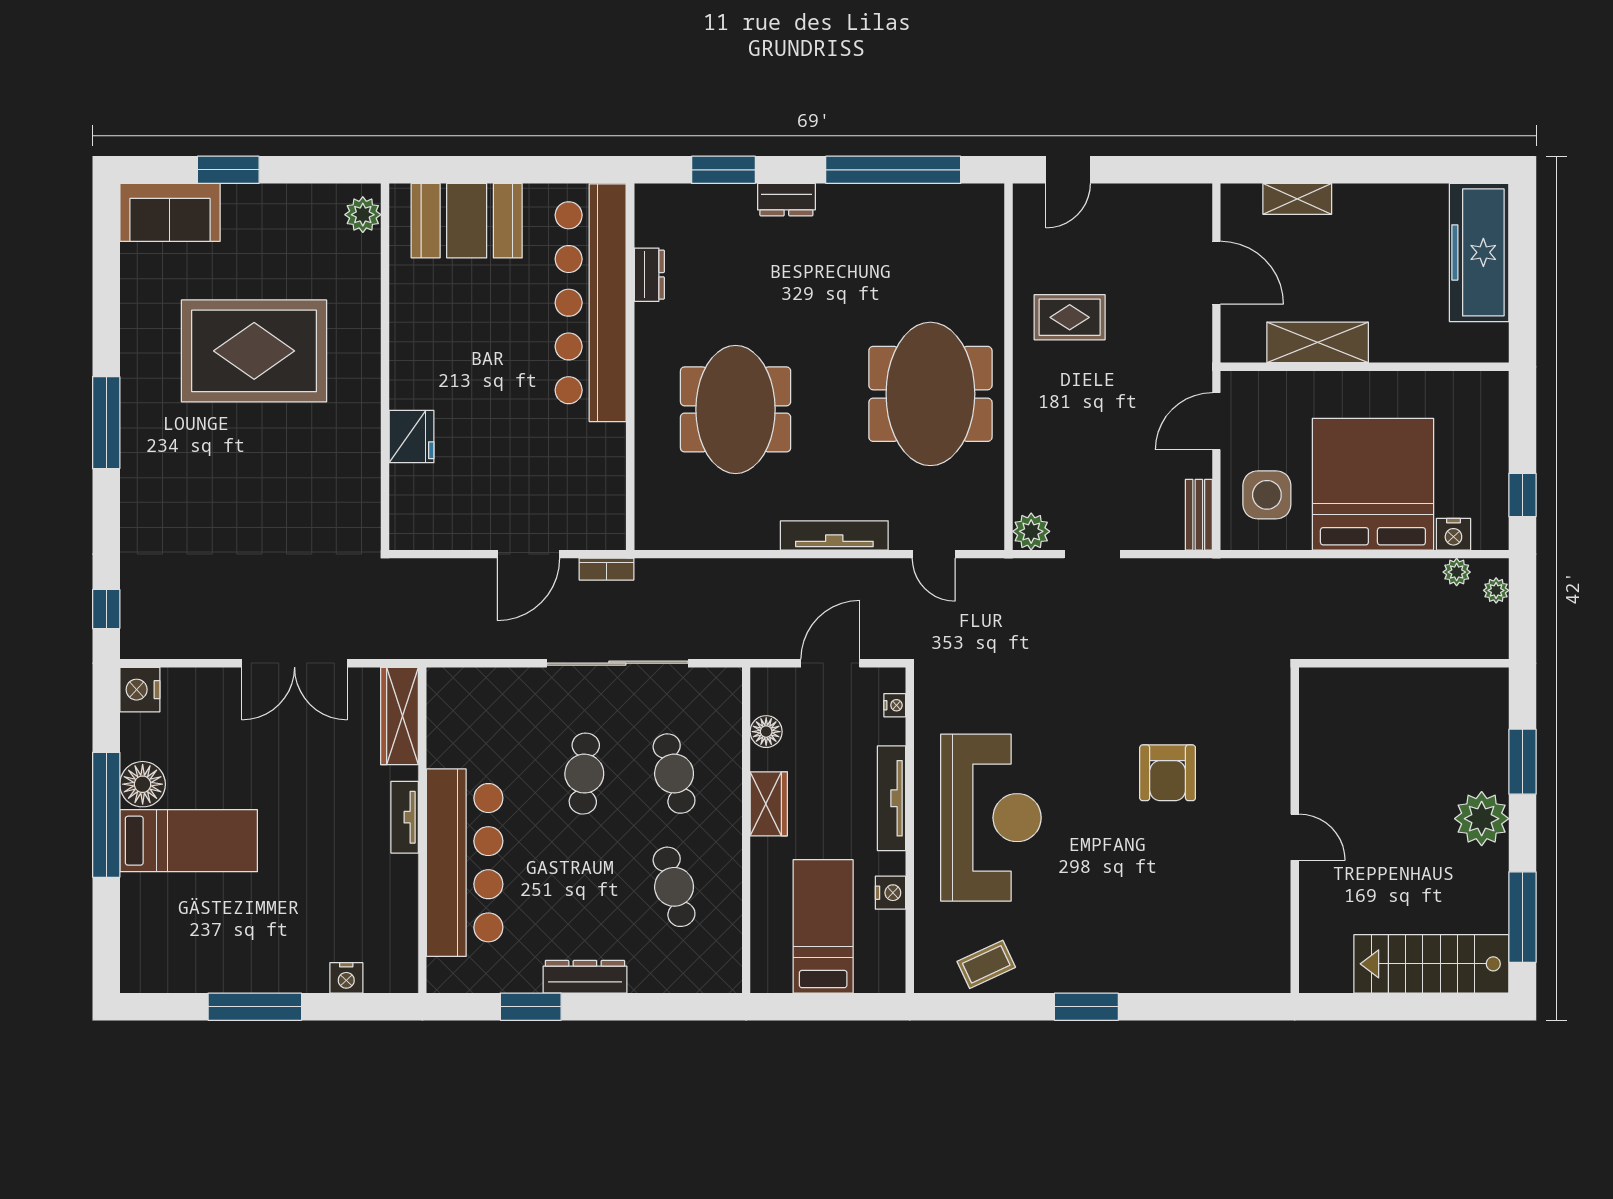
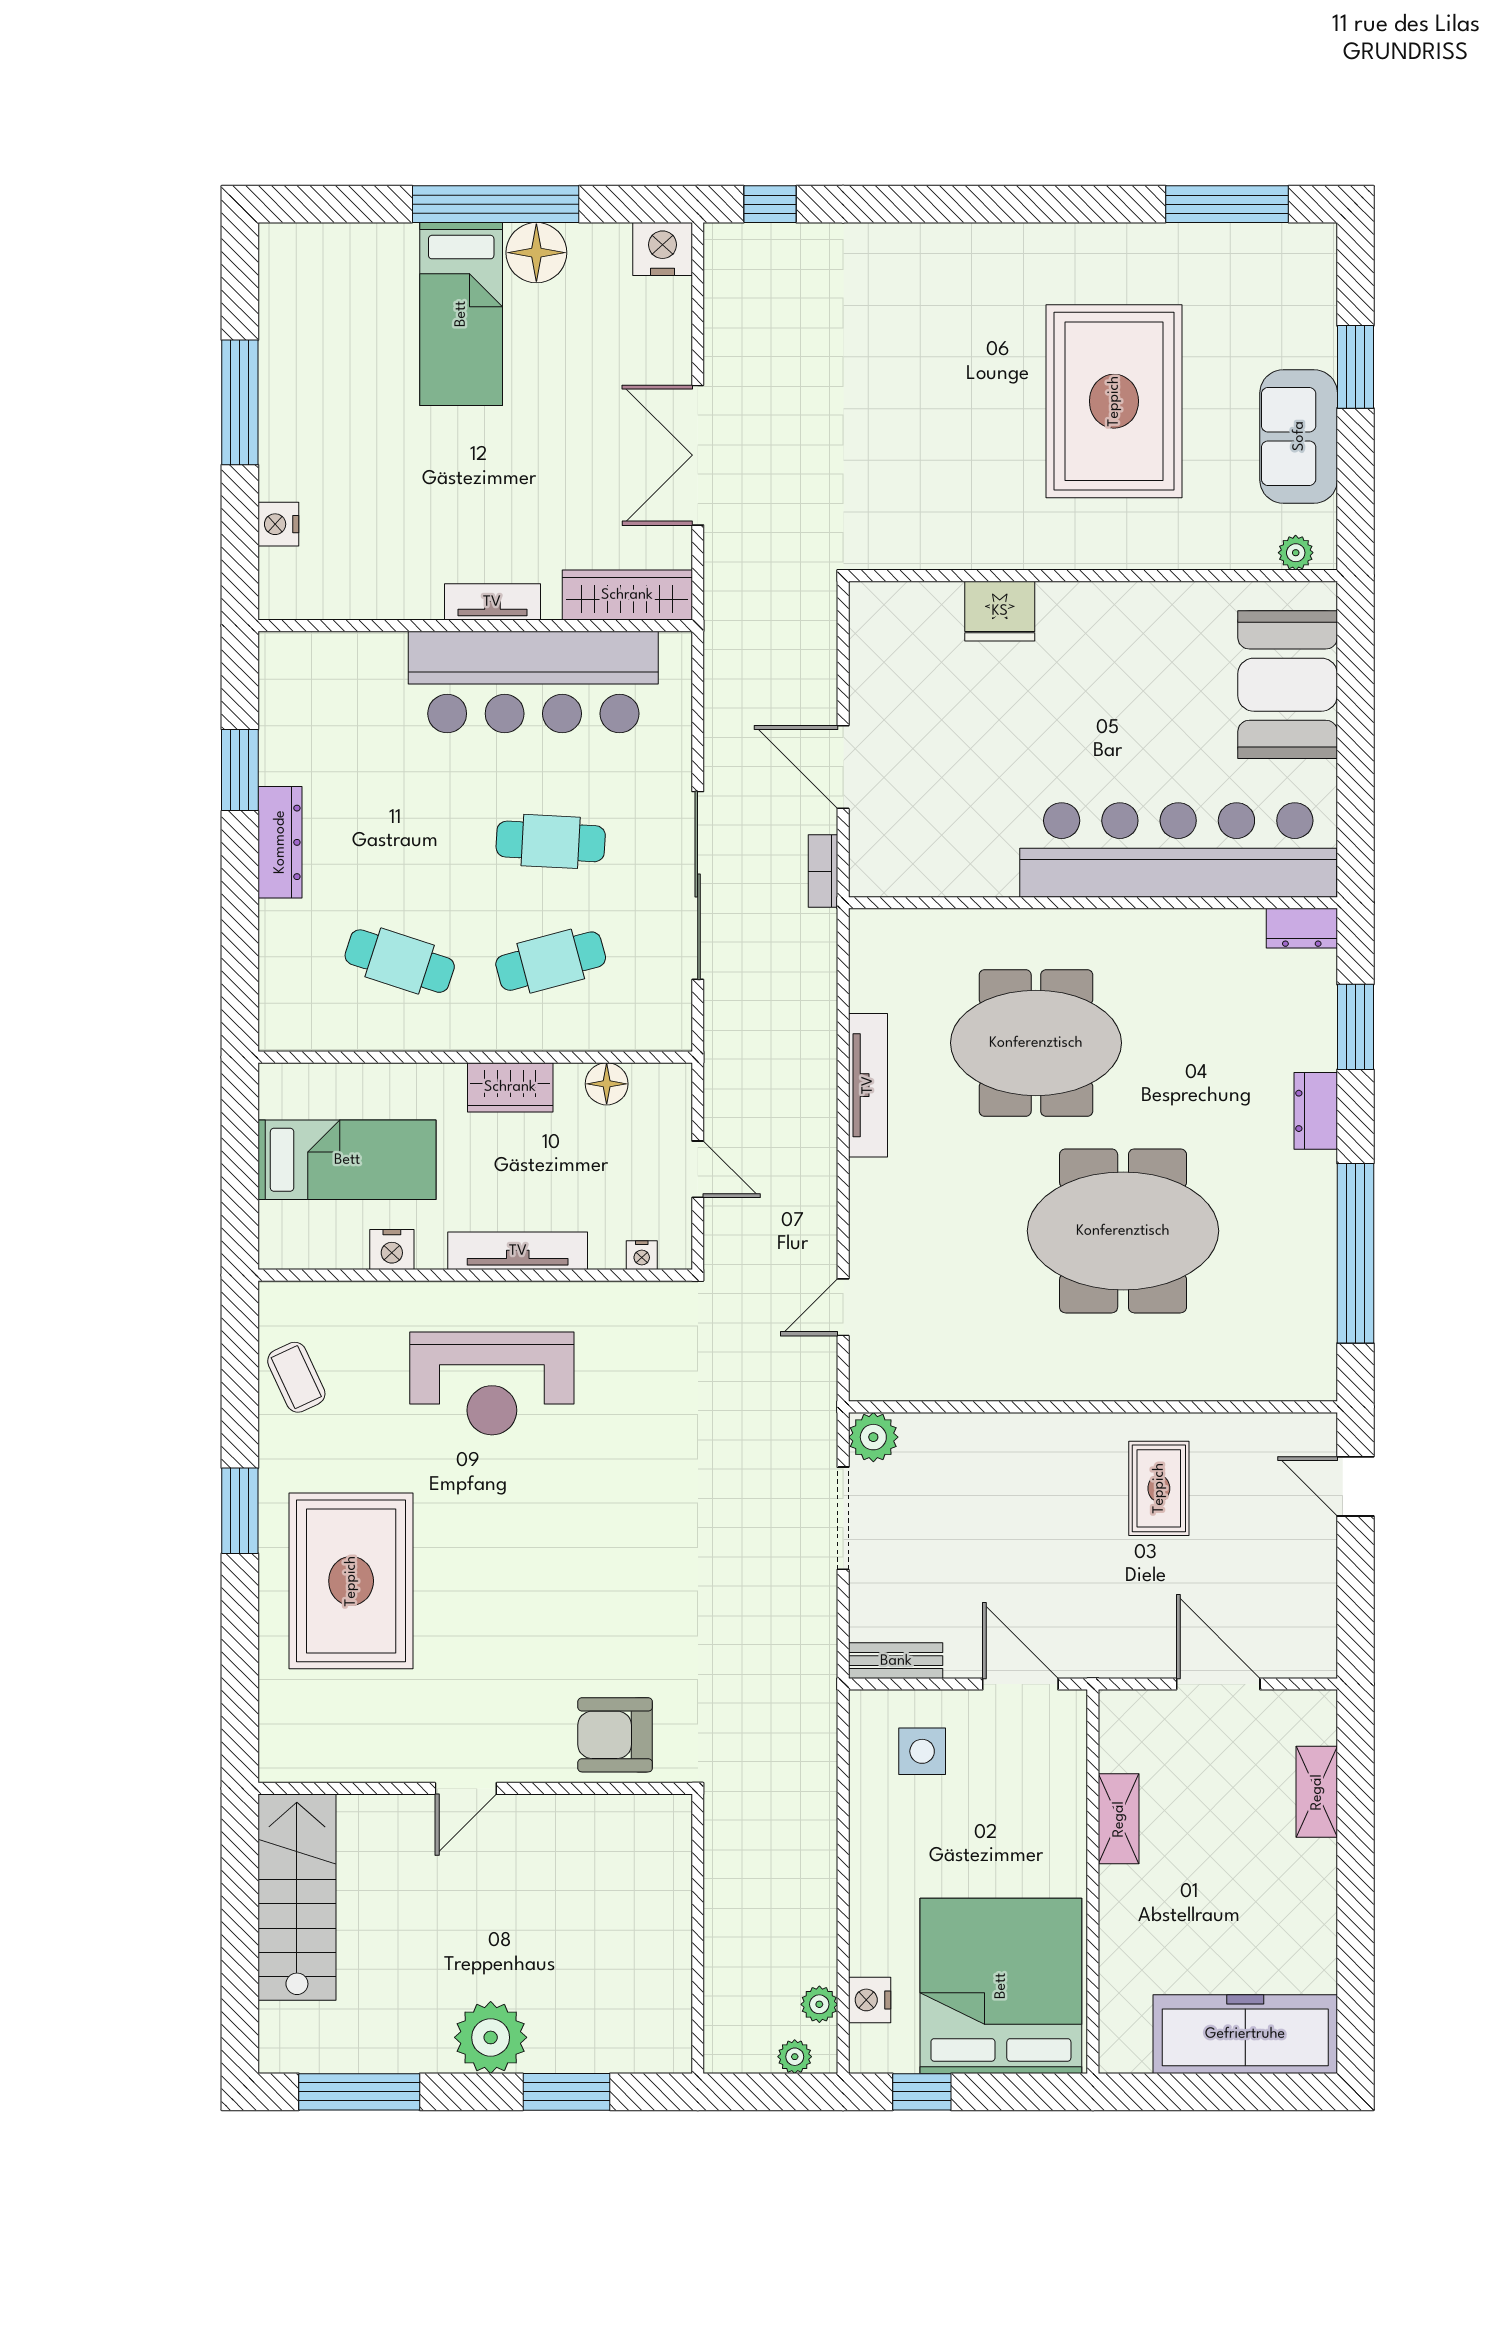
sofa: (170, 212) -> (1299, 436), moved
plant: (363, 215) -> (1296, 553), width x0.73, depth x0.73
door: (1216, 273) -> (1218, 1684), swing flipped
dresser: (649, 275) -> (1302, 928), moved
shelving: (1318, 342) -> (1119, 1819), width x0.67, depth x0.75
meeting table: (930, 394) -> (1123, 1231), moved
window: (106, 423) -> (1227, 204), moved
bed: (1373, 484) -> (1001, 1986), moved, turned -90
side table: (1267, 495) -> (922, 1751), width x0.73, depth x0.73
tv unit: (834, 535) -> (868, 1085), moved
doorway: (1092, 554) -> (843, 1518), width x1.38
door: (830, 663) -> (698, 1169), width x0.73
armchair: (1168, 773) -> (615, 1735), moved
reception desk: (991, 818) -> (492, 1383), width x0.74, depth x0.77
bar counter: (465, 863) -> (533, 682), moved
cafe table: (674, 887) -> (400, 961), turned 33
rug: (1139, 923) -> (351, 1581), added
stairs: (1431, 964) -> (297, 1897), moved

